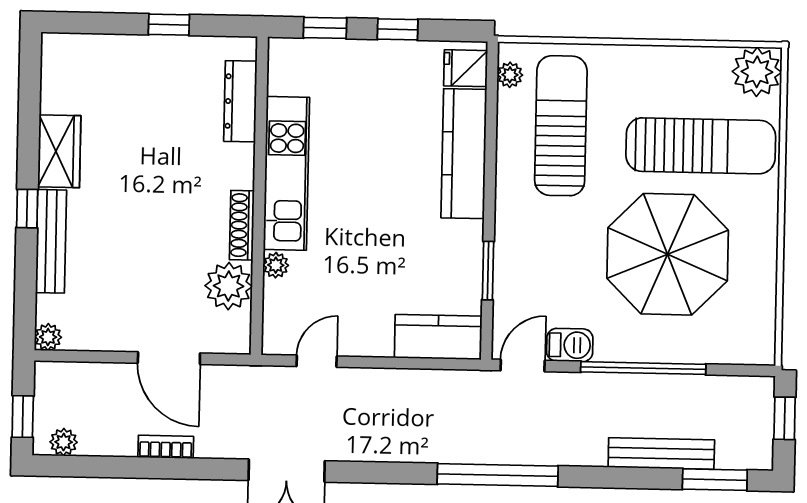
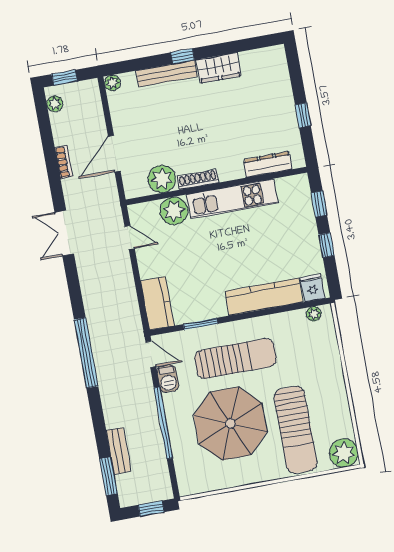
sun lounger: (561, 126) -> (235, 359), moved
plant: (276, 265) -> (174, 211), width x1.87, depth x1.87
bench: (661, 453) -> (119, 451), width x0.73

